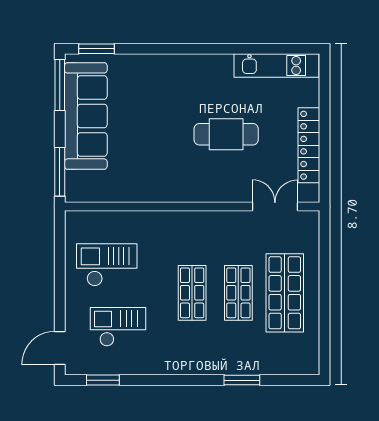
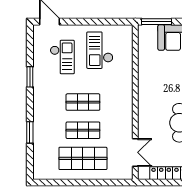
checkout: (107, 265) -> (100, 50), turned 180
window: (103, 380) -> (30, 77), moved

